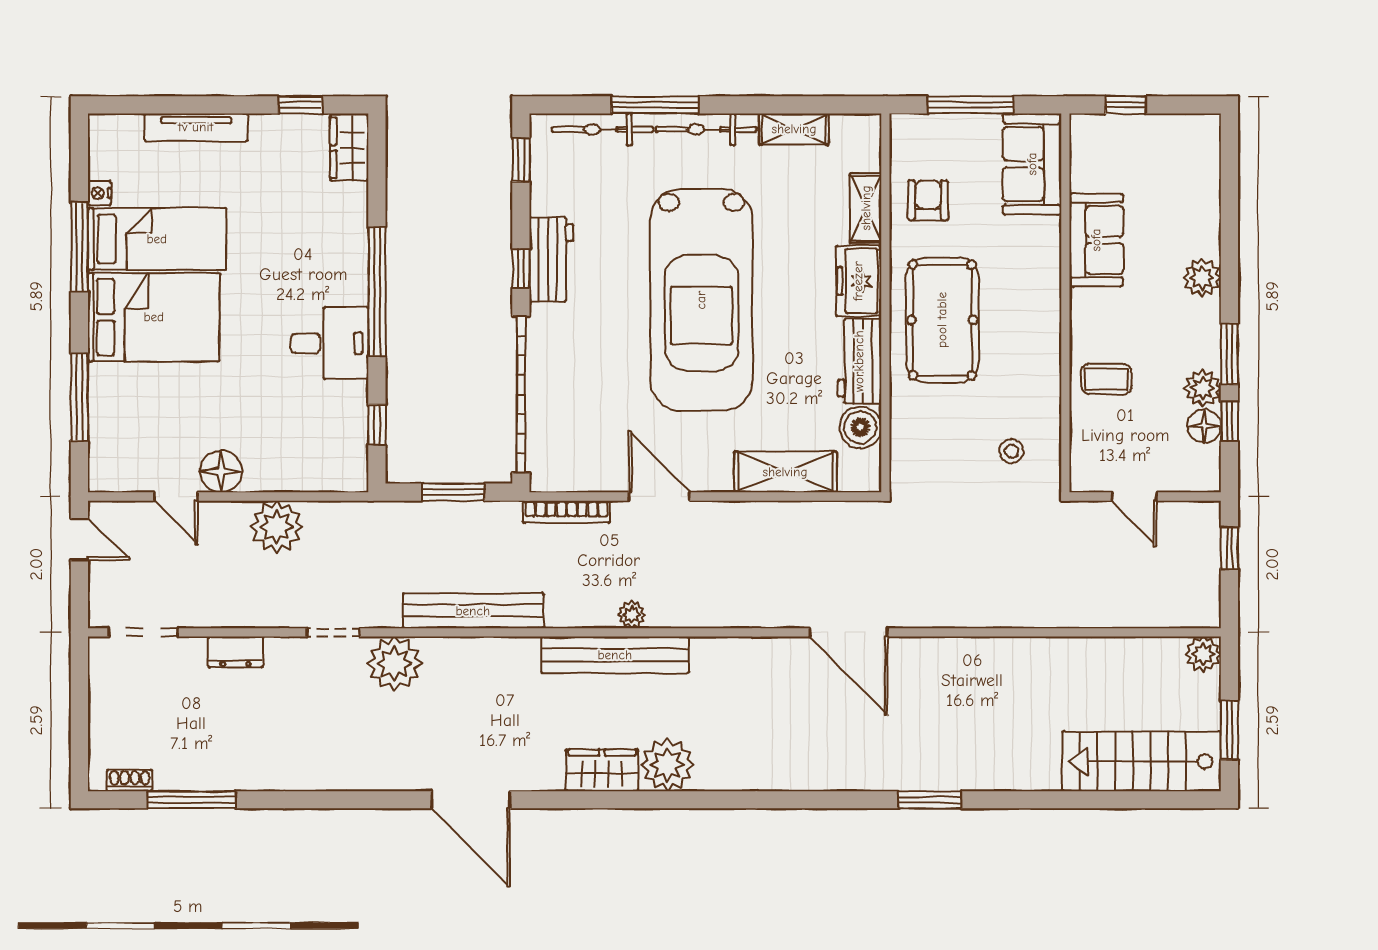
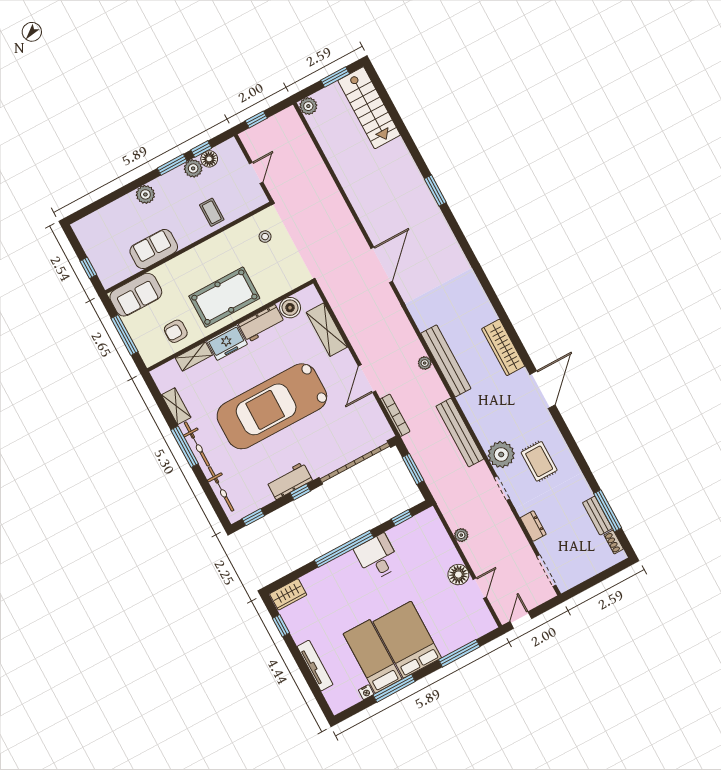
window: (655, 105) -> (185, 447), moved
car: (701, 300) -> (272, 406), turned 180
plant: (277, 527) -> (461, 535), width x0.53, depth x0.53
rug: (346, 725) -> (539, 461), added
plant: (667, 765) -> (481, 312), removed
wardrobe: (602, 770) -> (503, 347), width x1.50
bench: (192, 777) -> (597, 516), added

